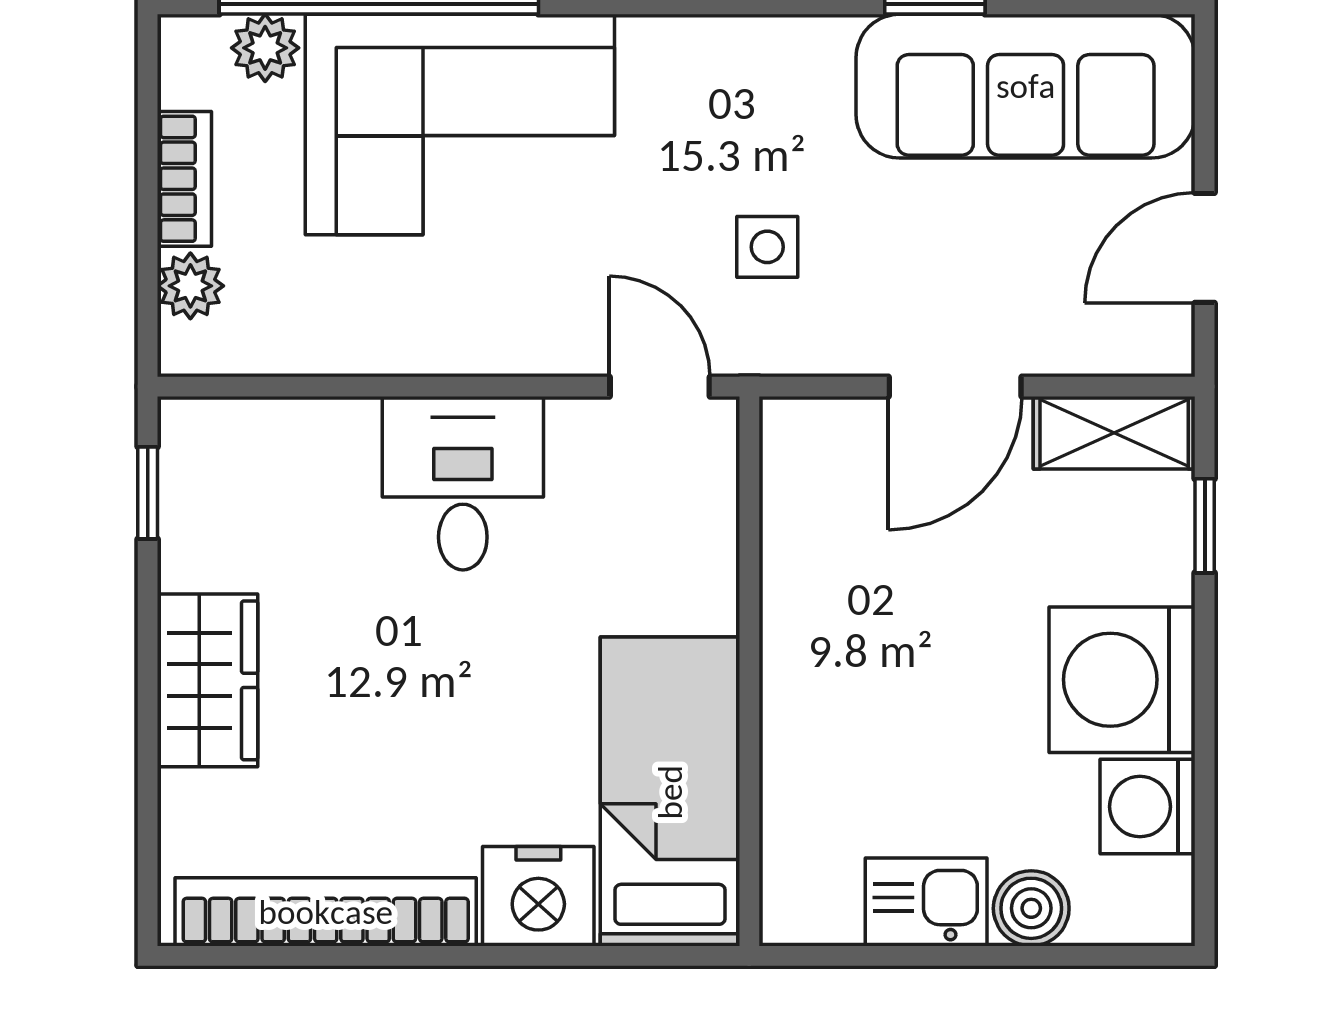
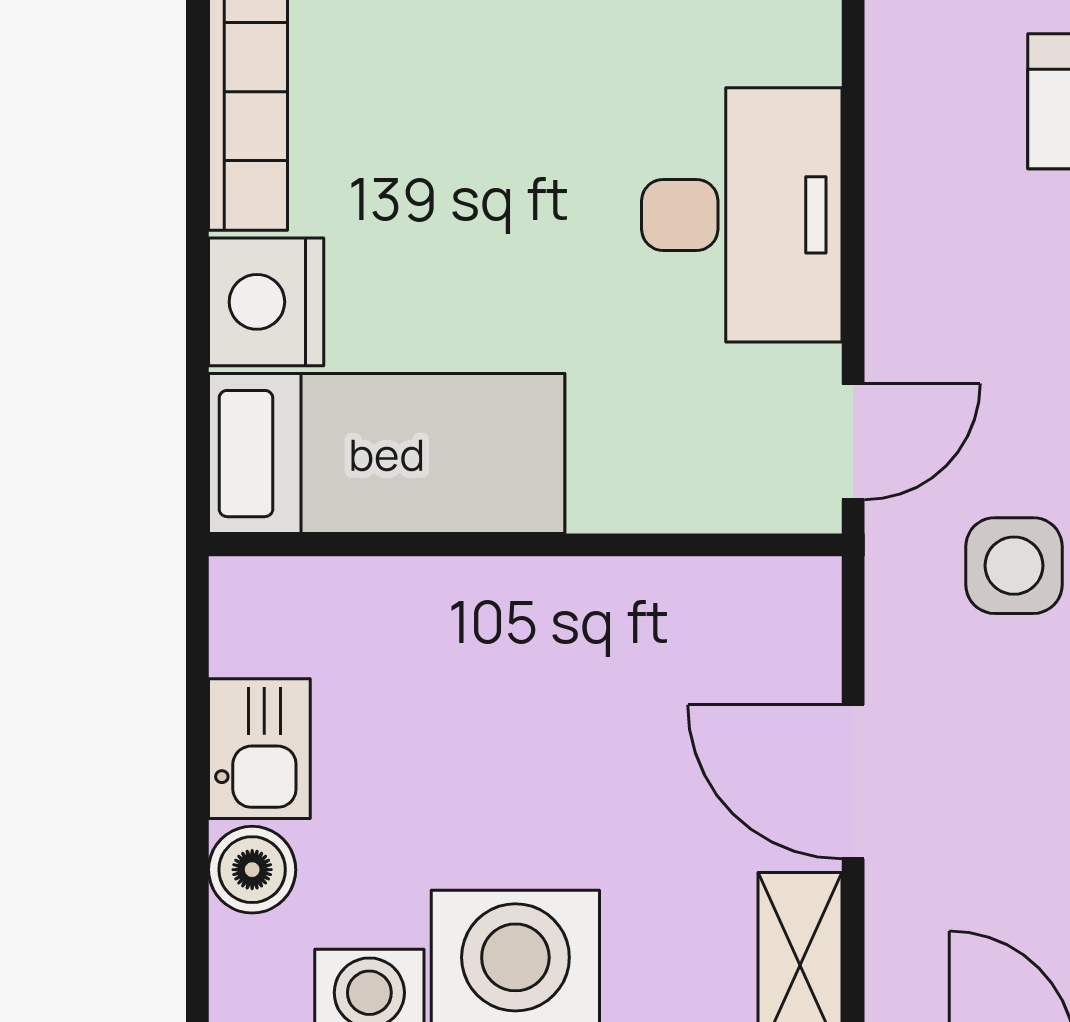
side table: (767, 247) -> (1014, 566), width x1.37, depth x1.37
desk: (463, 483) -> (742, 215), width x1.37

